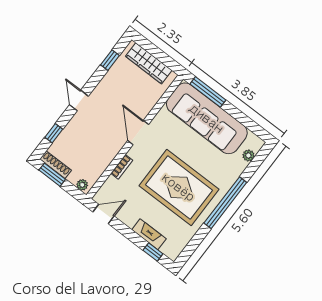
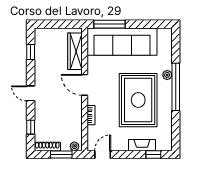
wardrobe: (149, 63) -> (75, 51), moved, turned 90
plant: (248, 155) -> (167, 75), moved
window: (52, 175) -> (61, 155), moved
rug: (179, 187) -> (138, 100), turned 90

